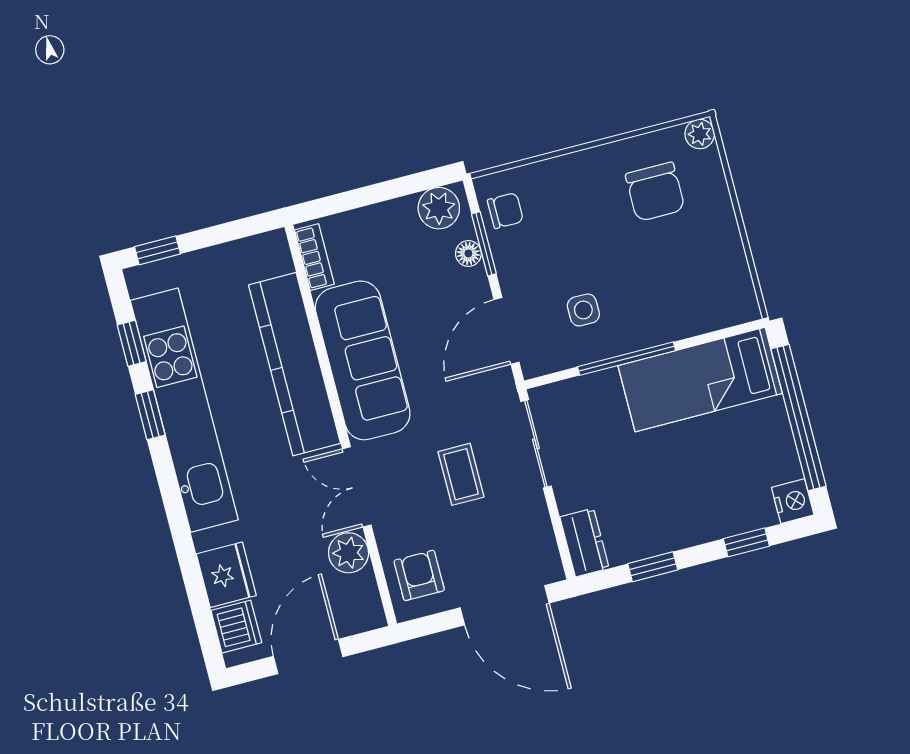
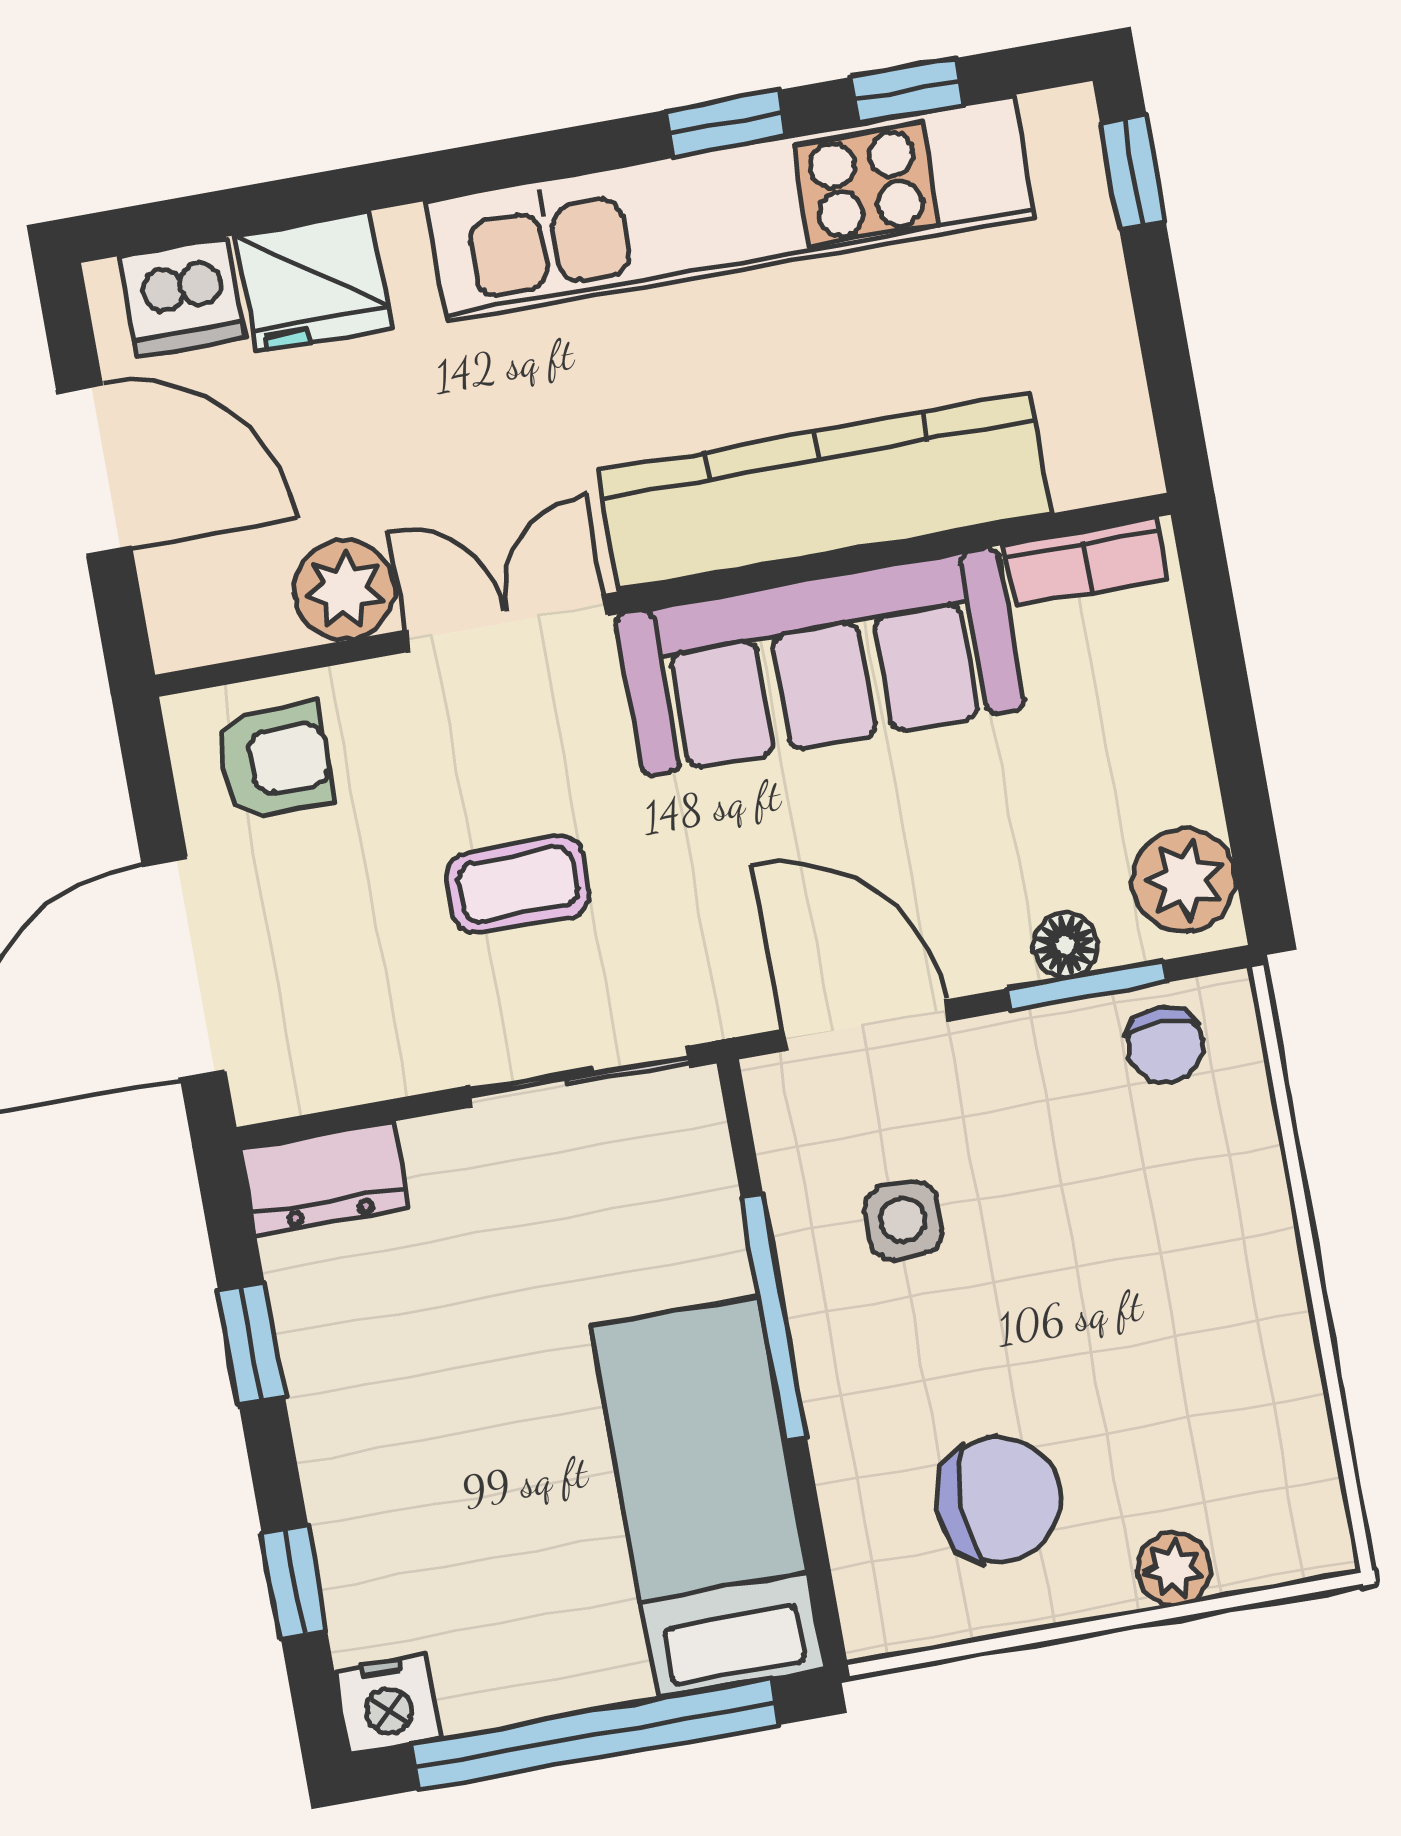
plant: (700, 134) -> (1174, 1569), moved
chair: (655, 192) -> (999, 1499), moved, turned 180

